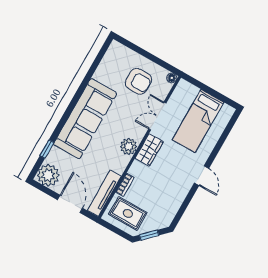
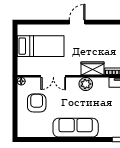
sofa: (85, 119) -> (76, 128), width x0.74, depth x0.79
wardrobe: (149, 150) -> (93, 68), moved

